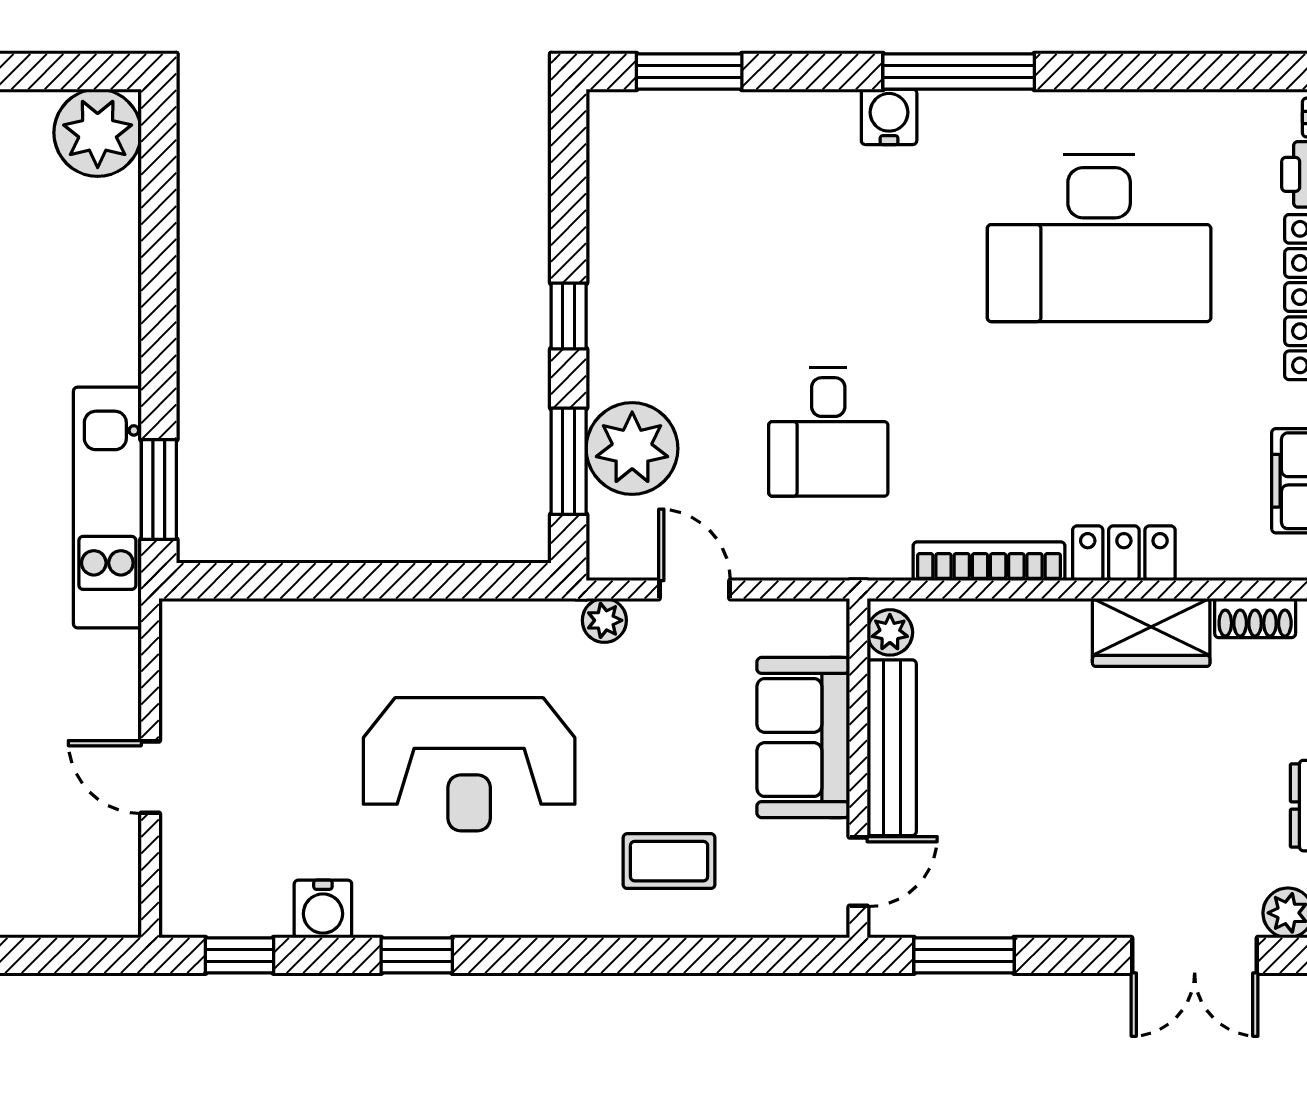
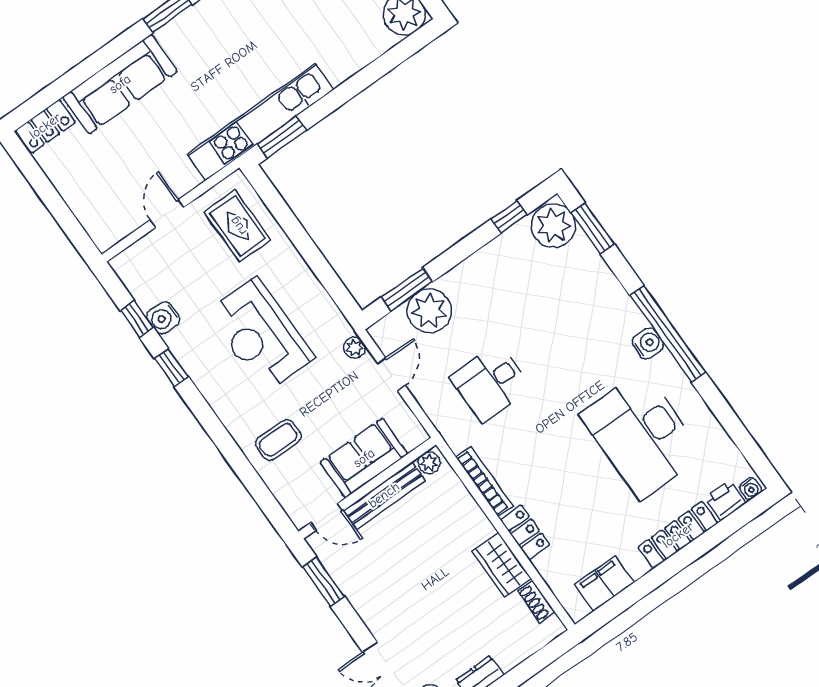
window: (959, 71) -> (668, 334), width x1.46
water cooler: (889, 117) -> (648, 343), moved
plant: (637, 135) -> (553, 226), added
window: (569, 316) -> (509, 217), moved
kitchen unit: (107, 508) -> (260, 122), width x1.36
rug: (256, 672) -> (238, 226), added
coffee table: (669, 861) -> (278, 440), turned 90
window: (239, 955) -> (137, 319), moved

